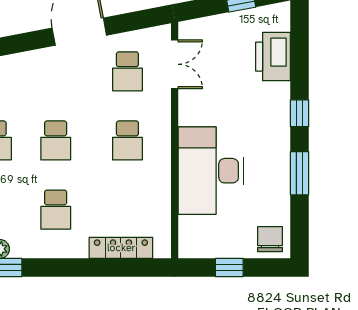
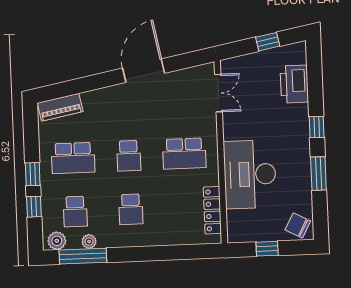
school desk: (127, 71) -> (182, 100), removed
school desk: (127, 140) -> (184, 153), width x1.85
chair: (270, 239) -> (298, 225), turned -62
locker: (121, 248) -> (212, 210), moved, turned -90

